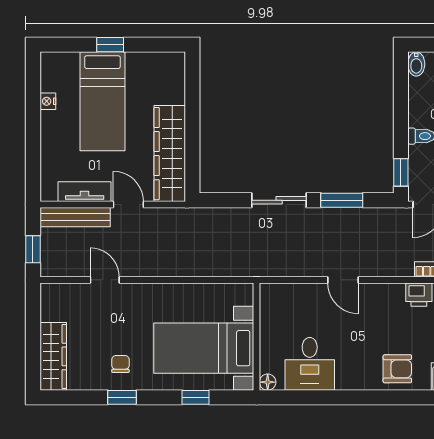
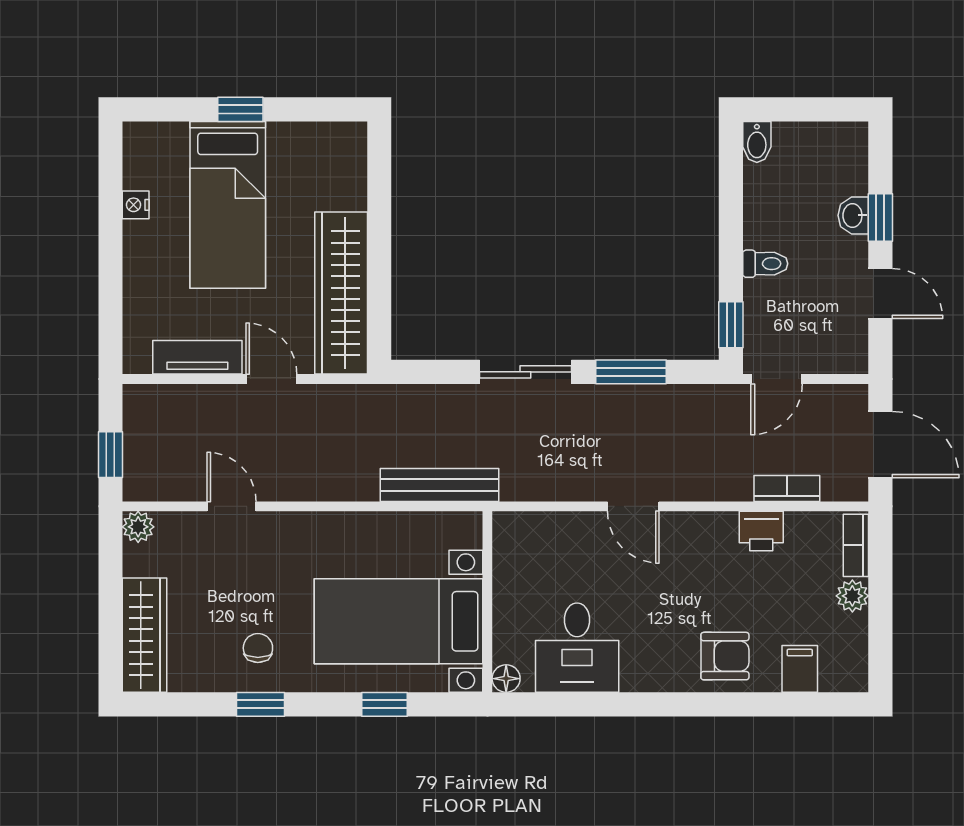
bench: (75, 217) -> (440, 485), moved
plant: (49, 292) -> (138, 527), added

